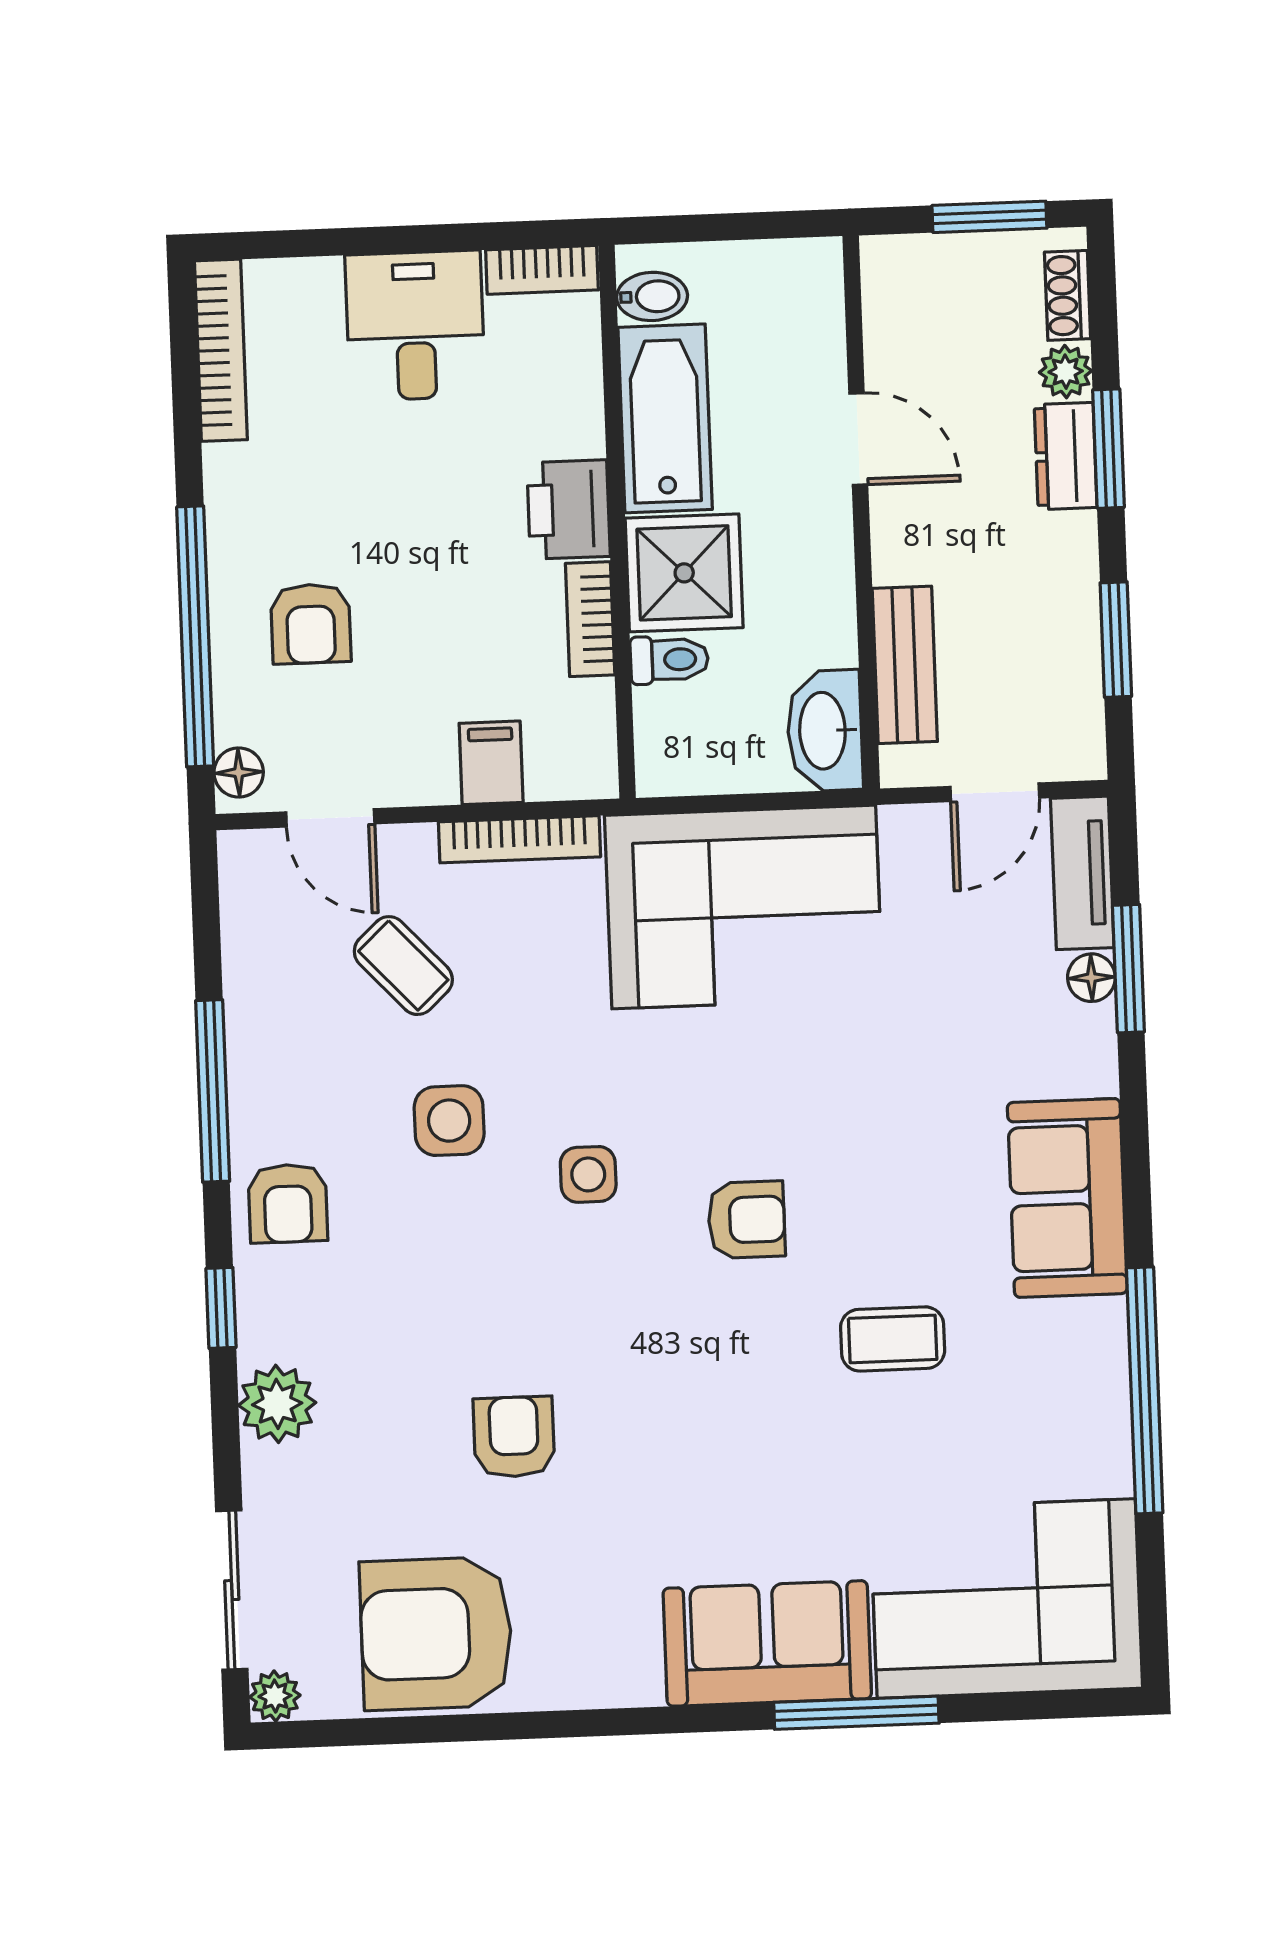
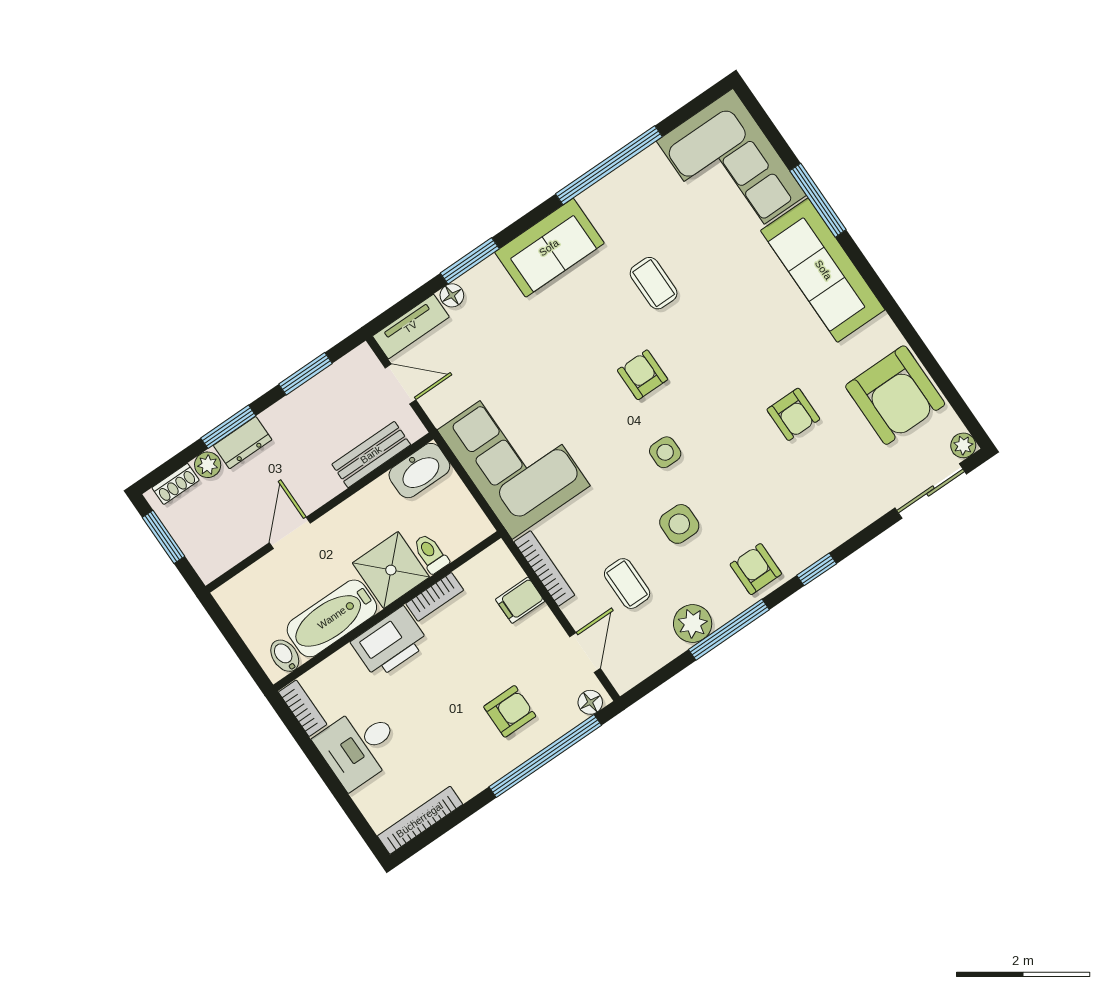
printer: (568, 510) -> (390, 643), width x1.37, depth x1.19
coffee table: (403, 966) -> (627, 584), turned -47
window: (1128, 969) -> (470, 261), moved
armchair: (288, 1203) -> (756, 569), turned -90
plant: (277, 1404) -> (693, 623), moved
armchair: (514, 1437) -> (793, 414), turned -90
sofa: (767, 1643) -> (823, 270), width x1.36

